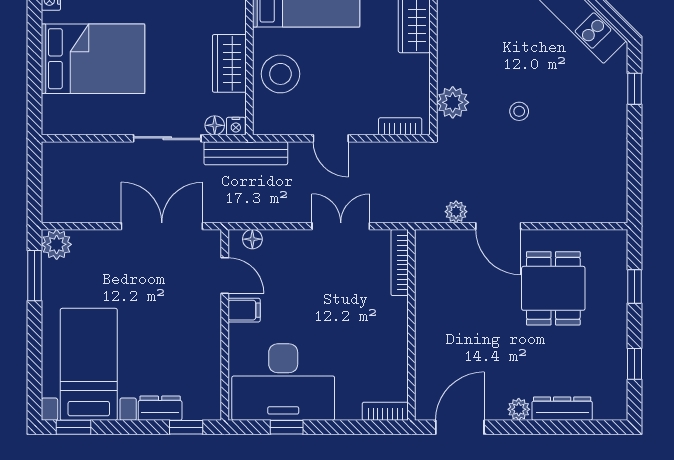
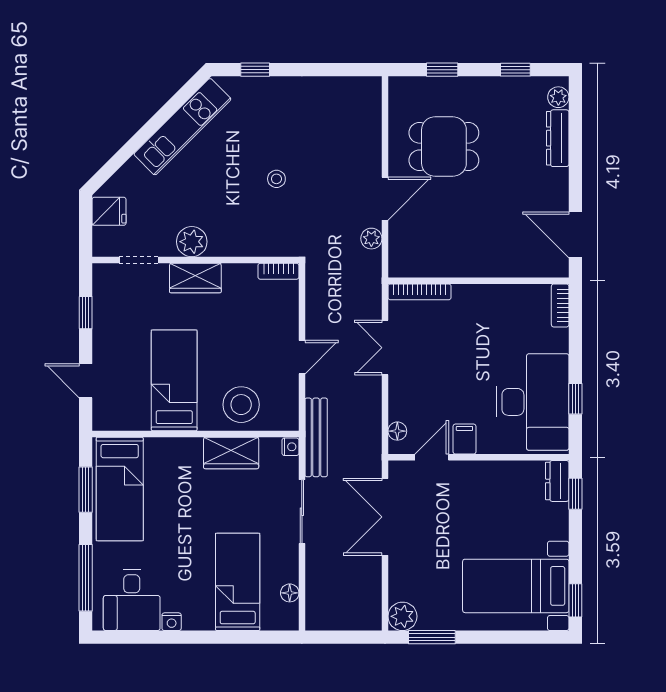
bed: (93, 59) -> (238, 582), width x0.67
plant: (453, 102) -> (192, 242), moved
floor lamp: (215, 125) -> (290, 593), moved
bookcase: (400, 126) -> (278, 271), moved, turned -90
dresser: (160, 408) -> (557, 481), moved
plant: (519, 409) -> (558, 97), moved

